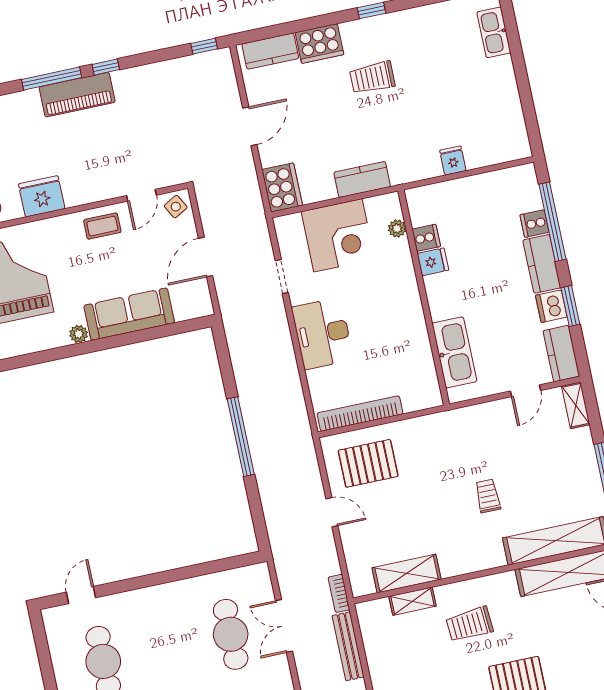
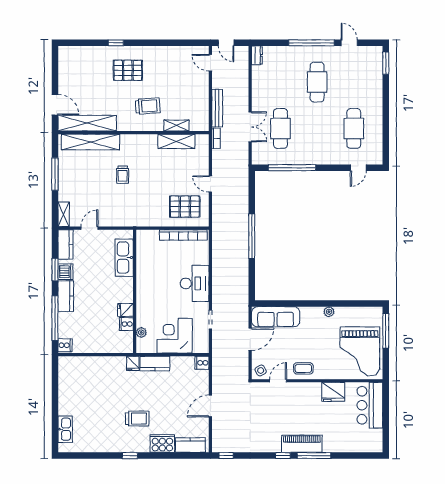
fridge: (453, 161) -> (133, 363), moved
cooker: (282, 188) -> (202, 363), width x0.53, depth x0.76
cooker: (534, 224) -> (65, 345), moved
sofa: (129, 314) -> (276, 317), moved
window: (196, 570) -> (292, 168), added

